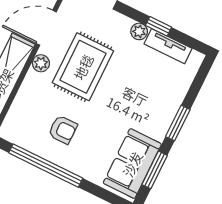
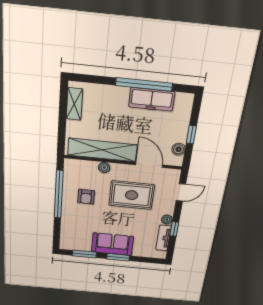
plant: (41, 63) -> (104, 168), moved
sofa: (132, 164) -> (112, 244), moved

